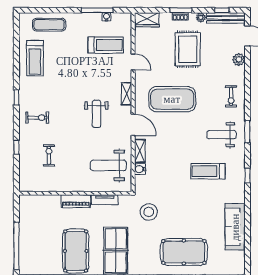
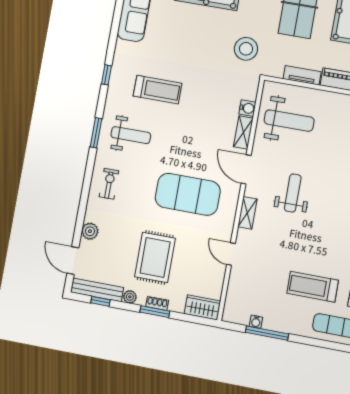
treadmill: (106, 45) -> (313, 287), moved

